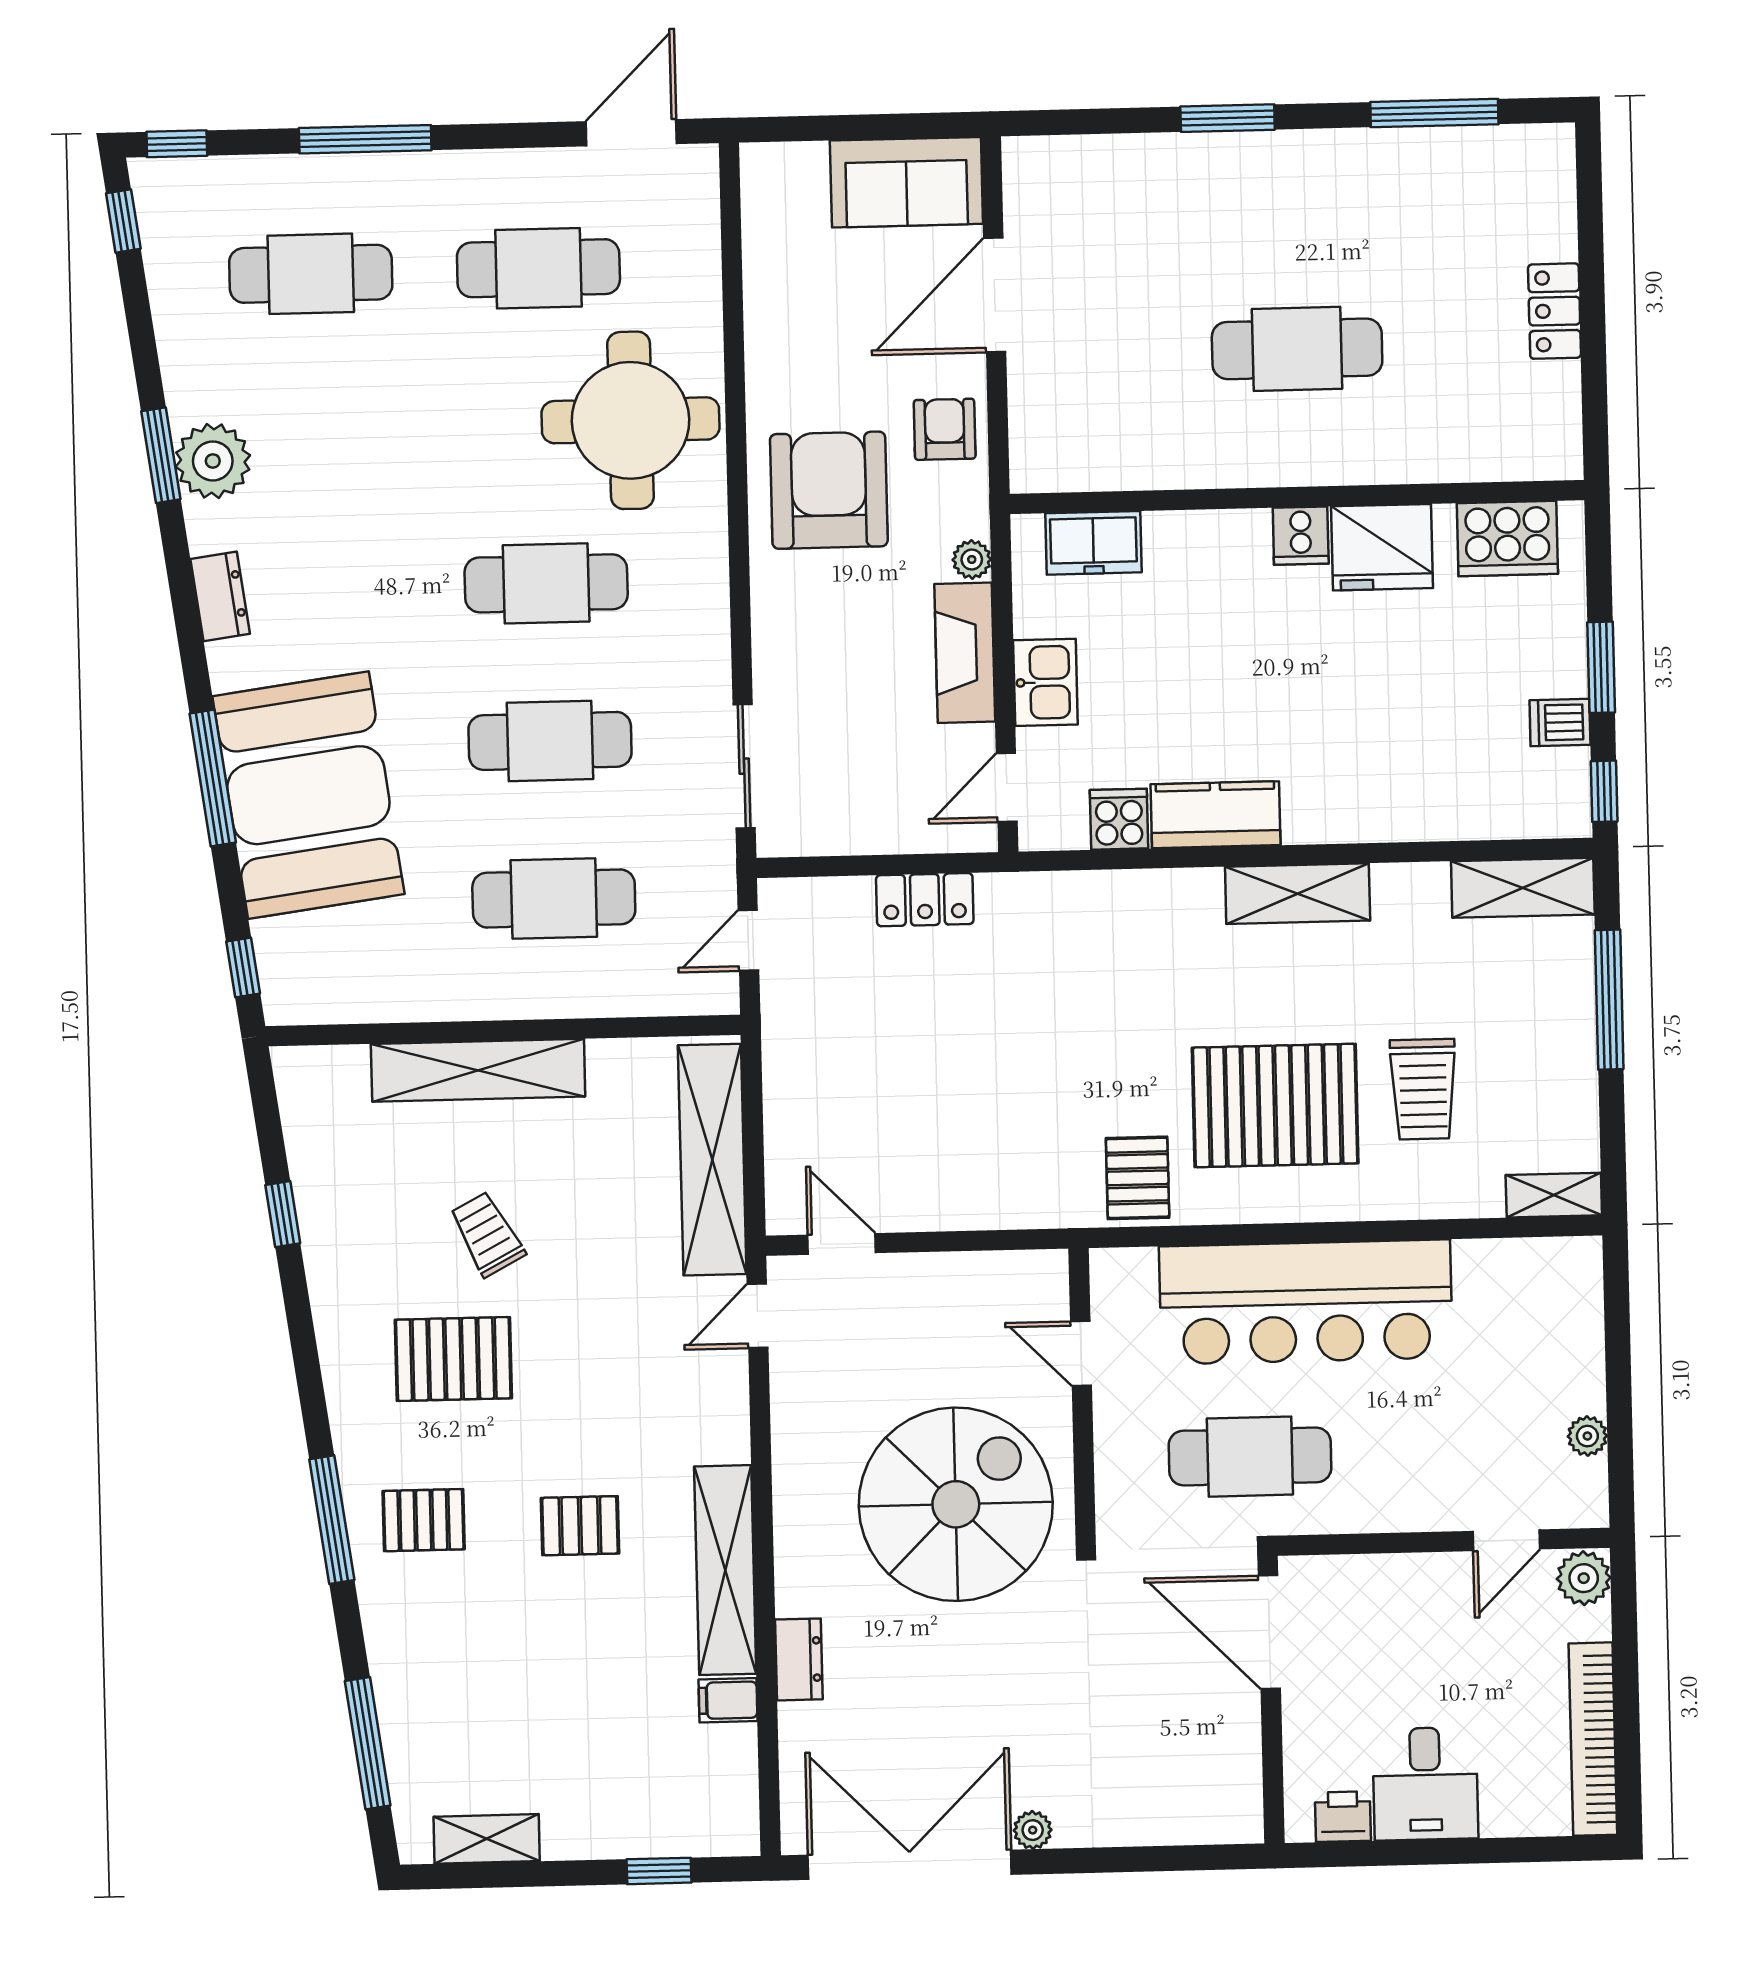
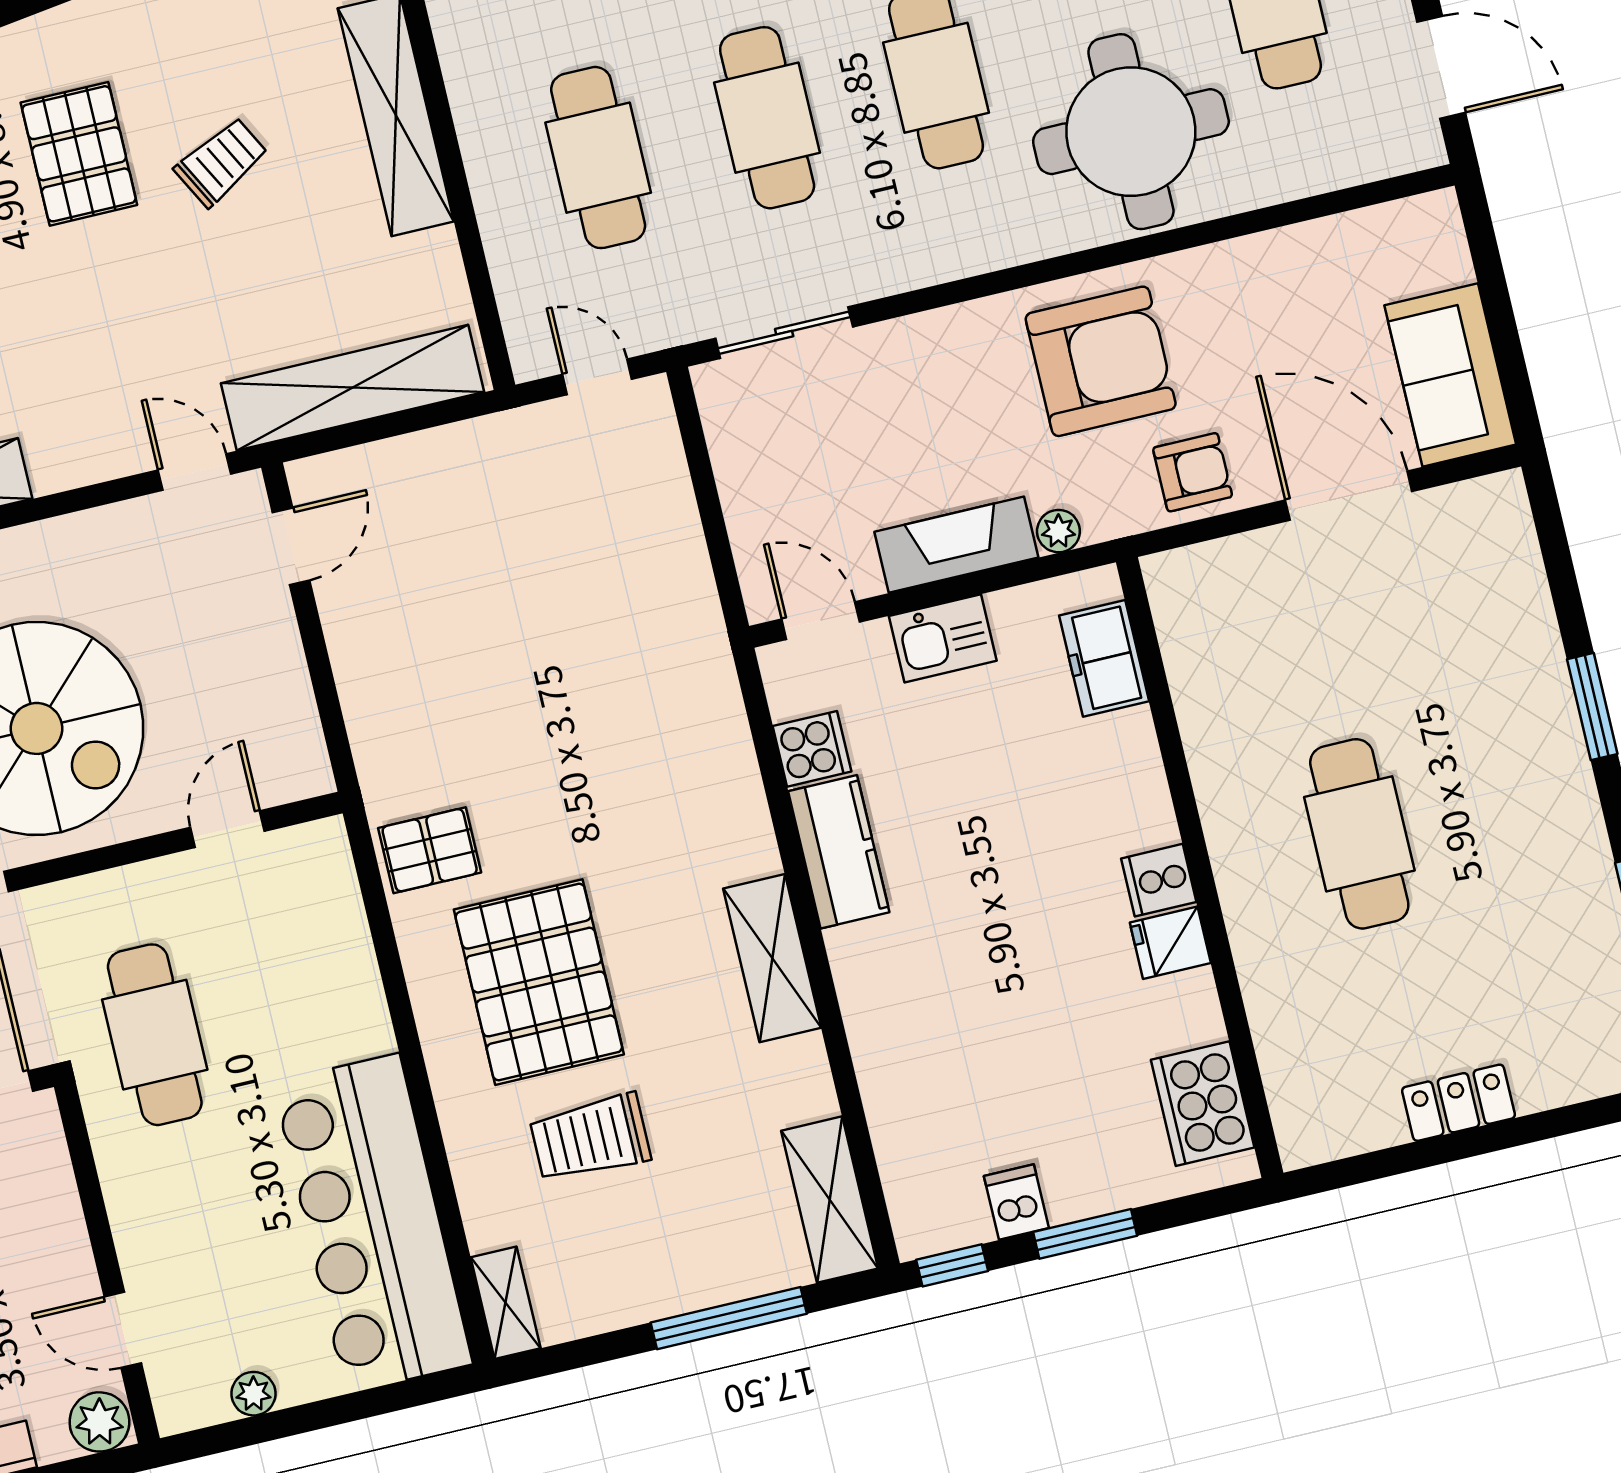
fridge: (1382, 547) -> (1170, 943), width x0.53, depth x0.75
locker: (925, 900) -> (681, 558), removed
bar counter: (1306, 1302) -> (373, 1223), moved

